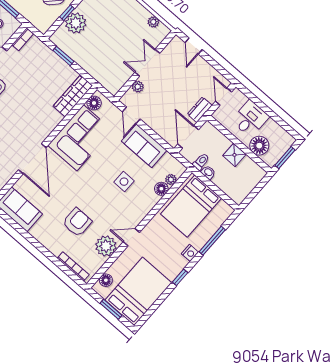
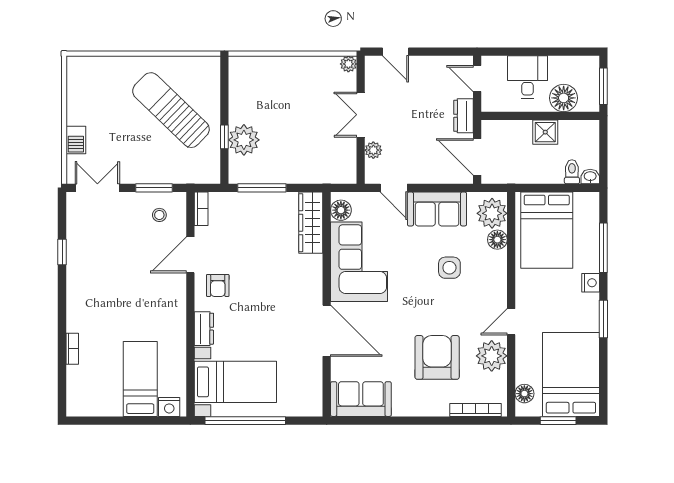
plant: (153, 22) -> (348, 64), moved
window: (63, 56) -> (262, 188), width x1.44
toilet: (201, 162) -> (572, 172), moved
washbasin: (208, 172) -> (590, 177), moved
plant: (171, 180) -> (492, 213), width x1.88, depth x1.88
armchair: (77, 222) -> (437, 357), width x1.36, depth x1.36
window: (180, 277) -> (603, 319), width x1.50

